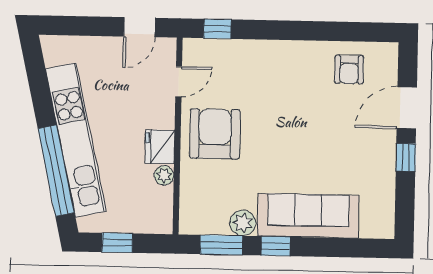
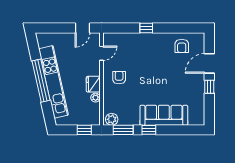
window: (217, 29) -> (146, 28), moved
armchair: (215, 134) -> (119, 78), width x0.53, depth x0.53
window: (56, 171) -> (41, 81), moved
plant: (243, 223) -> (112, 119), moved
window: (117, 243) -> (84, 130), moved

